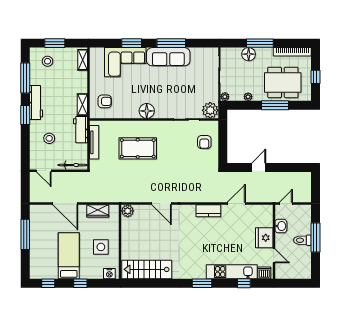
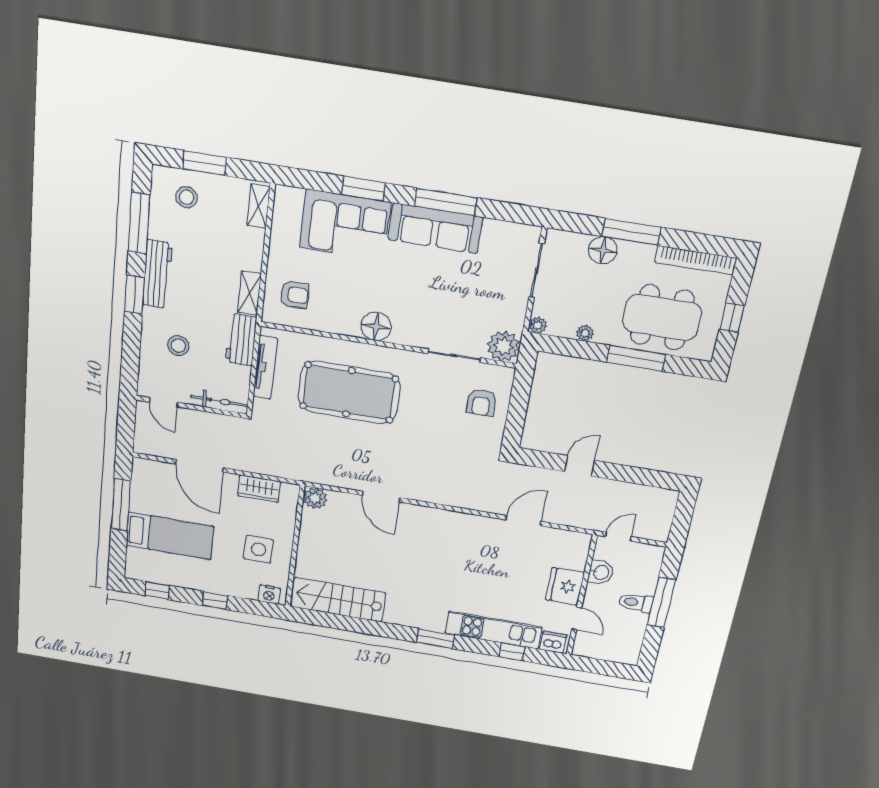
pool table: (138, 148) -> (349, 392), width x1.36, depth x1.32
kitchen counter: (208, 211) -> (468, 524), removed
bed: (69, 256) -> (170, 536), moved, turned 90

